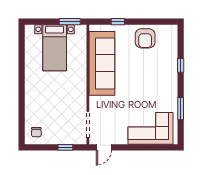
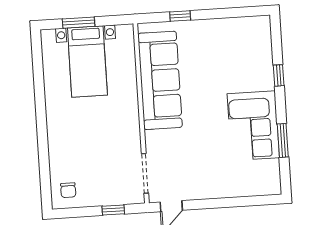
window: (70, 22) -> (79, 23), moved
armchair: (145, 38) -> (223, 38), removed
corner sofa: (151, 128) -> (253, 126), moved, turned -90

